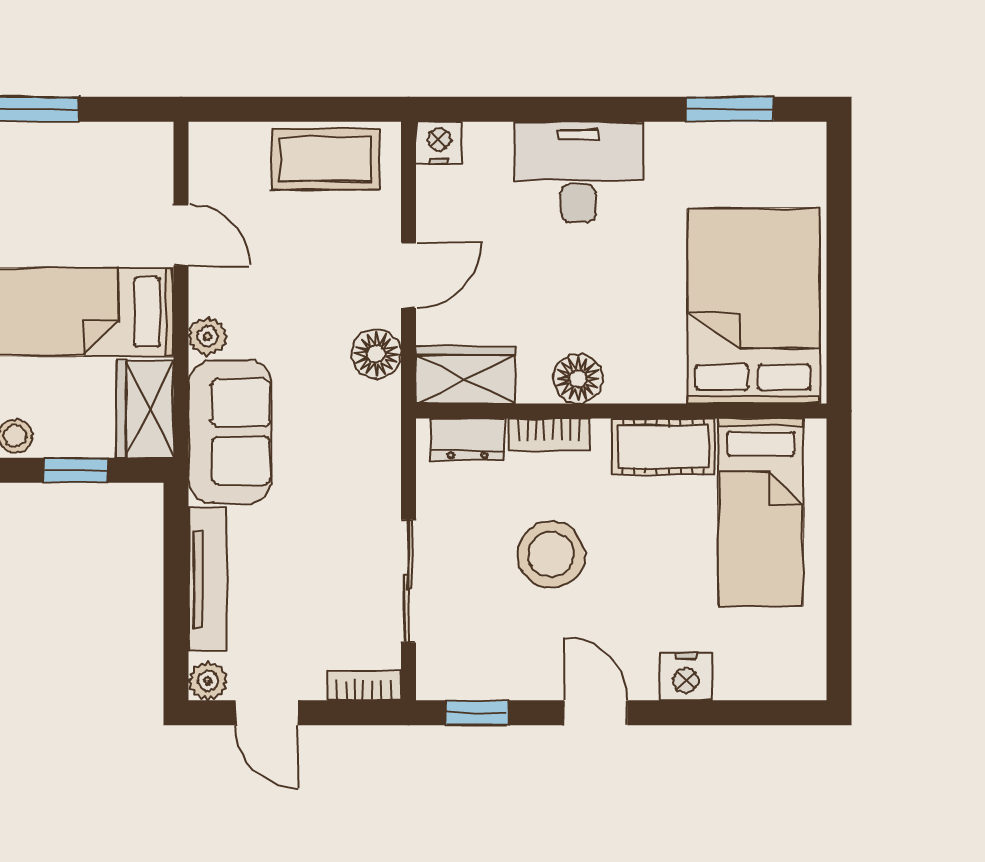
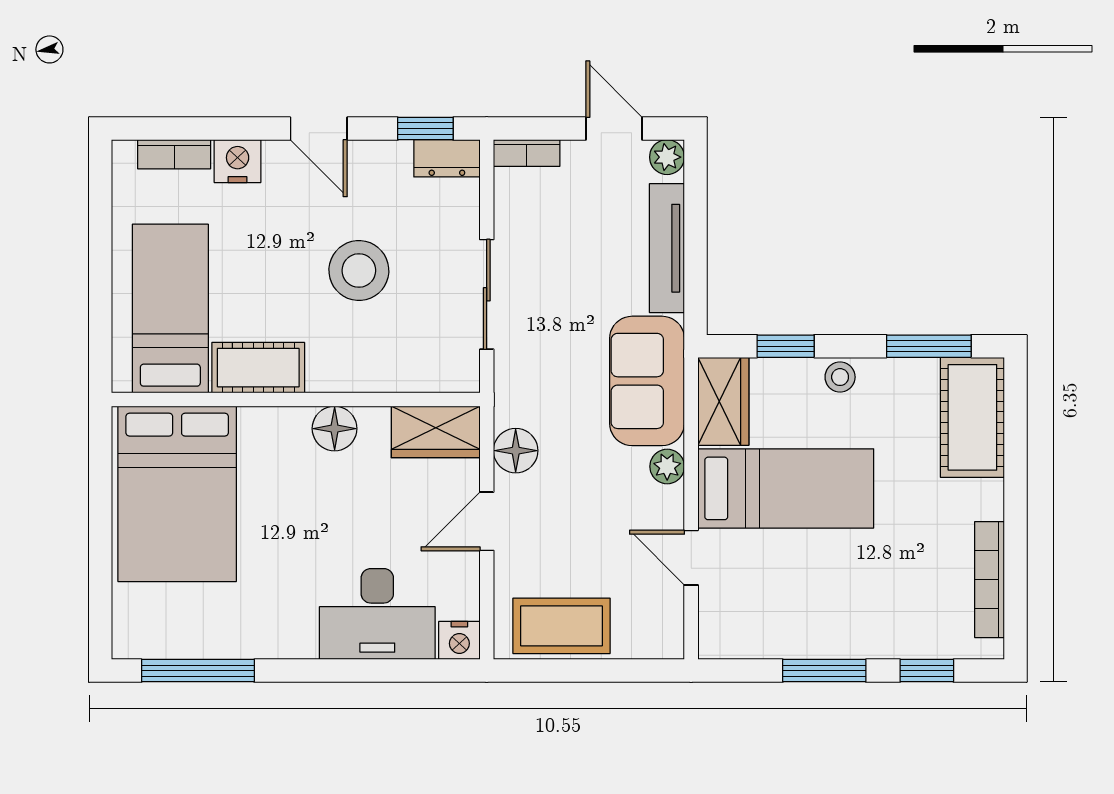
window: (730, 109) -> (198, 671), width x1.44
desk: (578, 172) -> (377, 614), moved
bookcase: (549, 435) -> (174, 154), moved, turned 180
dresser: (467, 439) -> (447, 158), moved, turned 180
sliding door: (409, 581) -> (487, 294), moved

